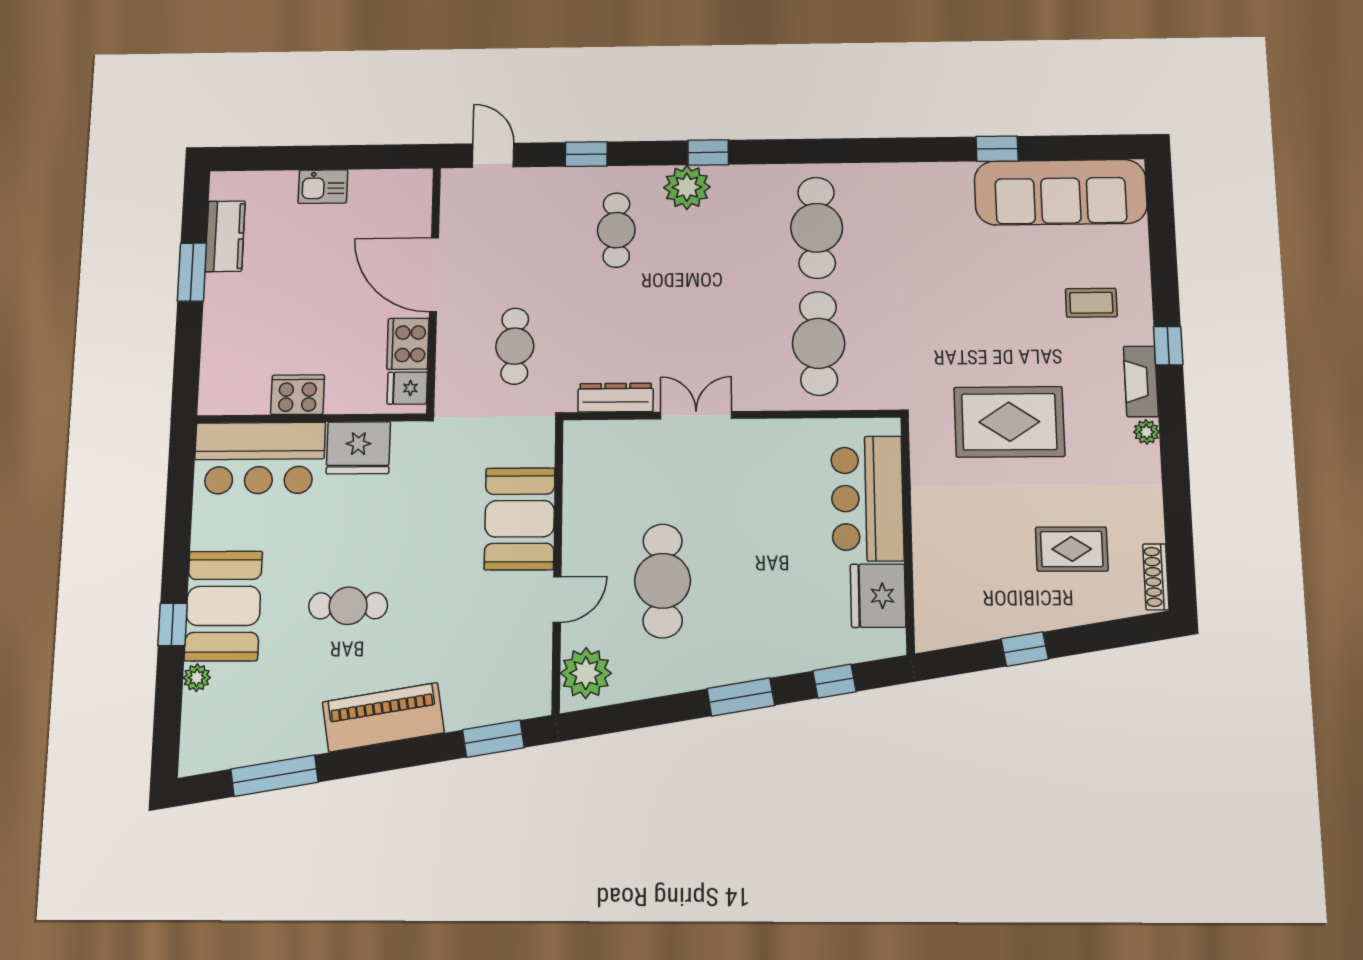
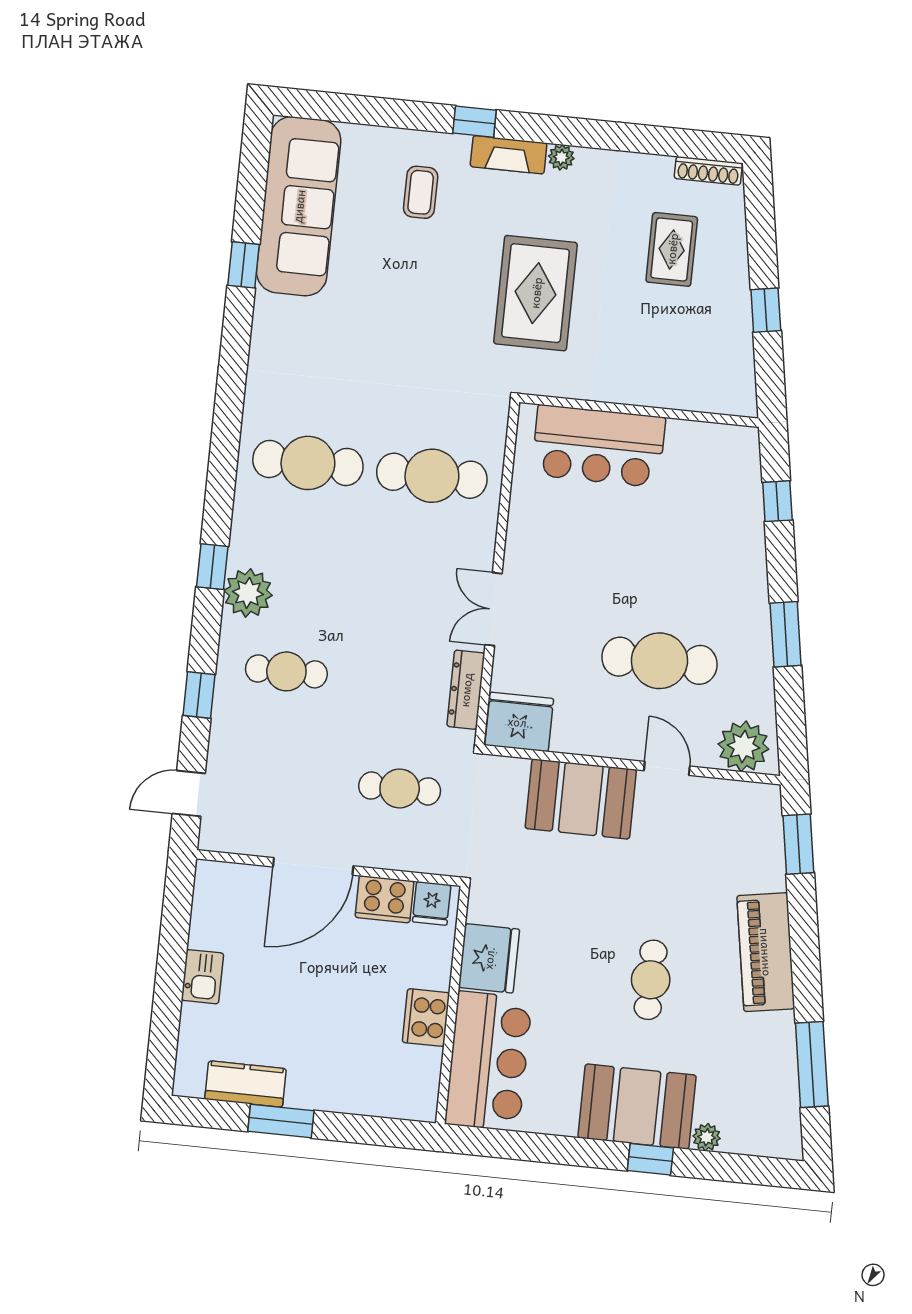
fridge: (878, 596) -> (519, 722), moved, turned 180
window: (741, 697) -> (786, 634), moved

